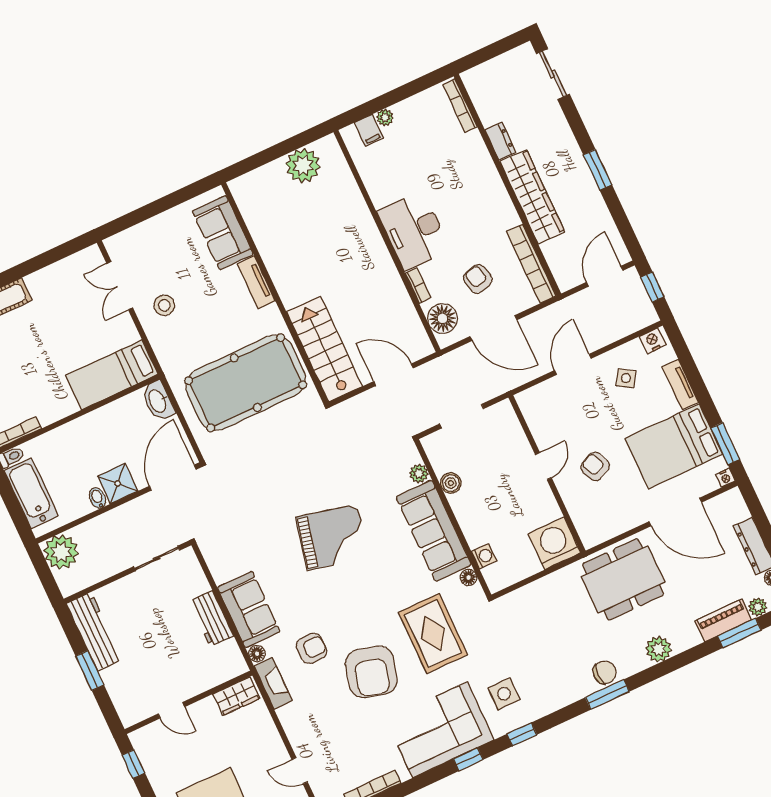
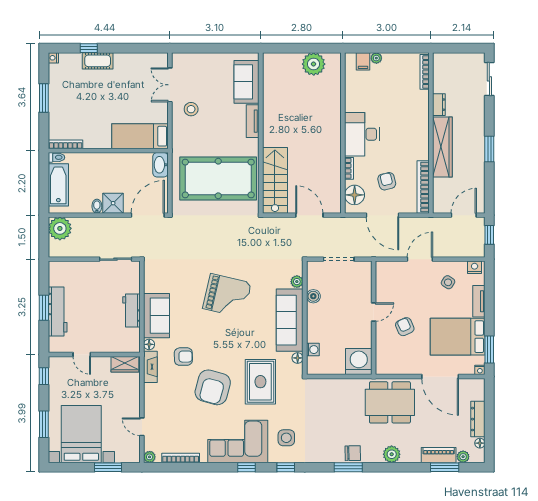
workbench: (94, 631) -> (58, 311), moved

